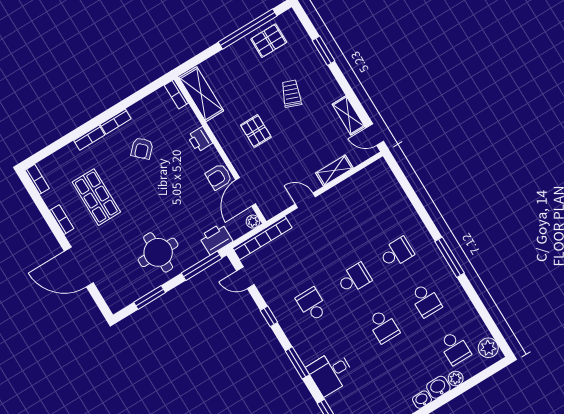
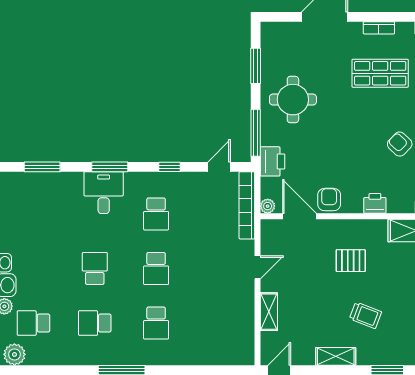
shelving: (348, 115) -> (336, 356), moved
school desk: (312, 304) -> (156, 214), turned 90
school desk: (383, 326) -> (95, 268), turned 90
desk: (331, 372) -> (104, 193), moved

